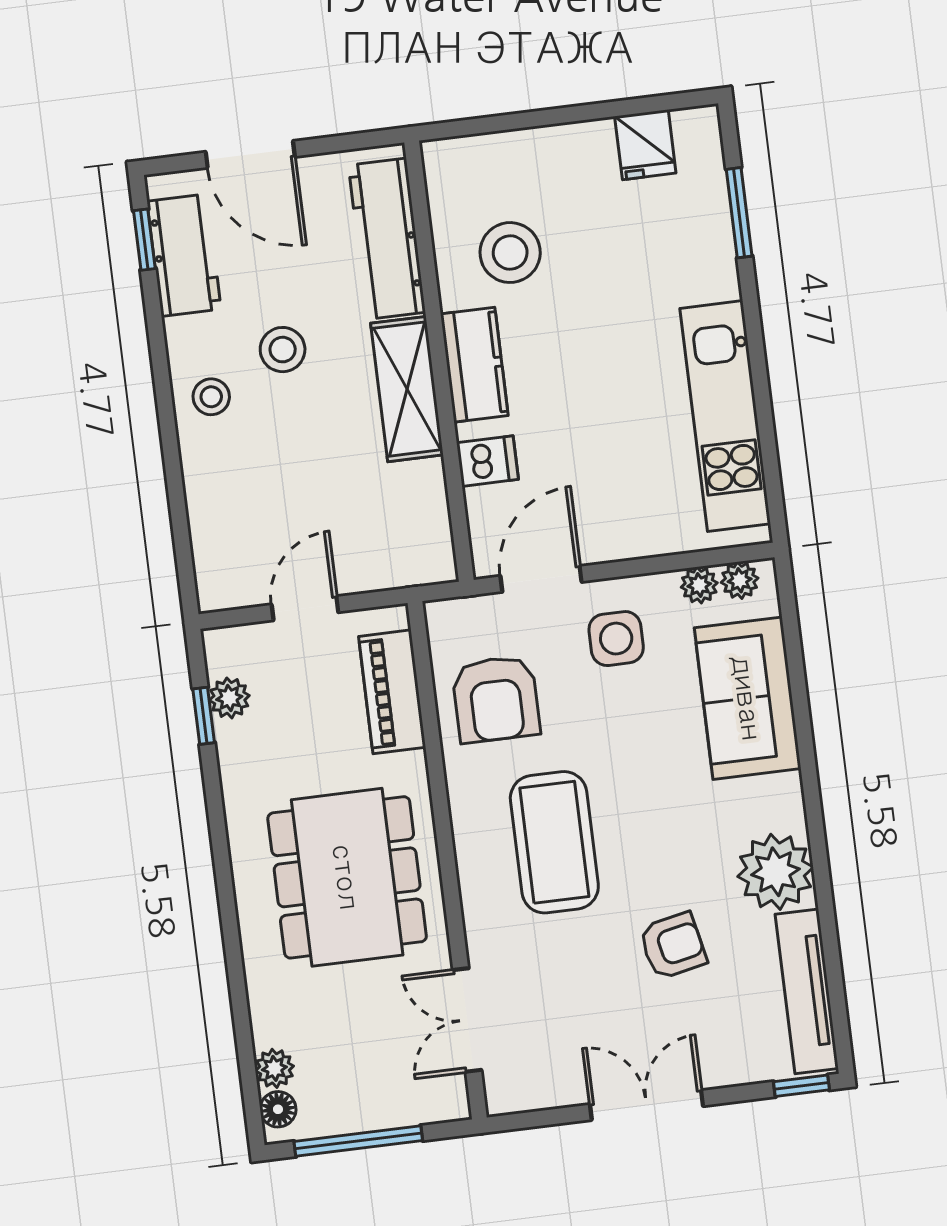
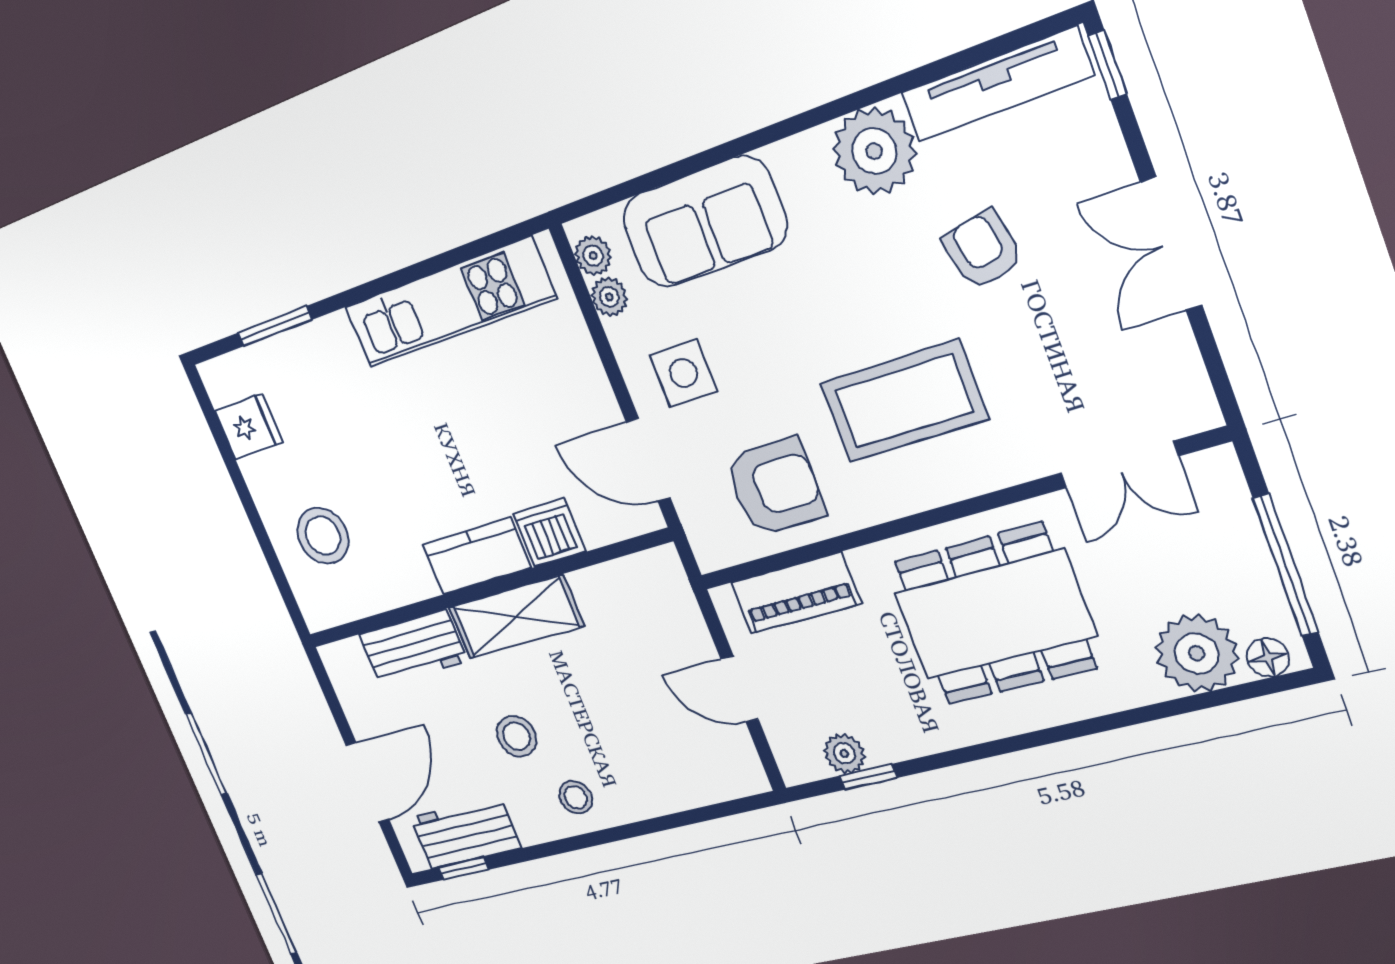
workbench: (387, 239) -> (413, 648), width x0.73
stool: (510, 253) -> (323, 536), moved
dishwasher: (487, 461) -> (549, 533), width x1.38
plant: (274, 1068) -> (1197, 653), width x1.88, depth x1.88

